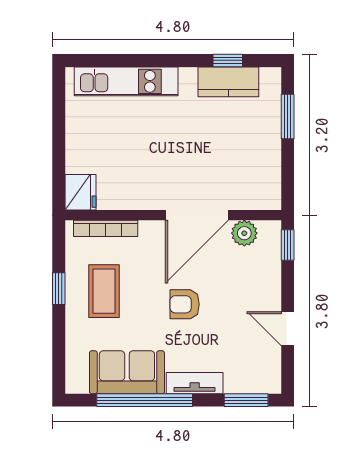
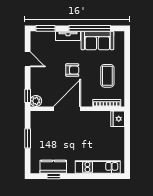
window: (288, 117) -> (28, 138), moved
plant: (244, 233) -> (36, 101), moved
window: (59, 289) -> (127, 77), removed

